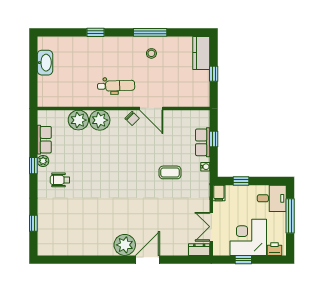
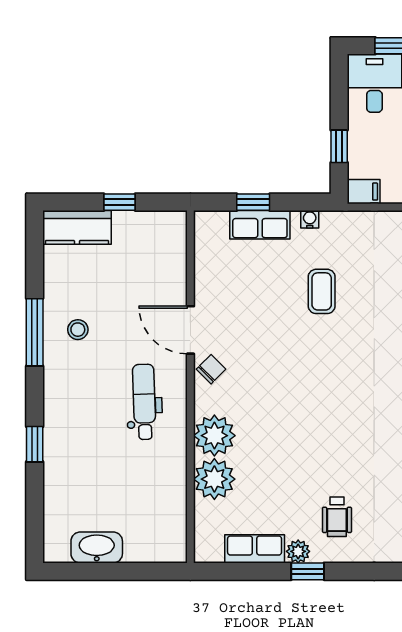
door: (151, 108) -> (190, 330), swing flipped

